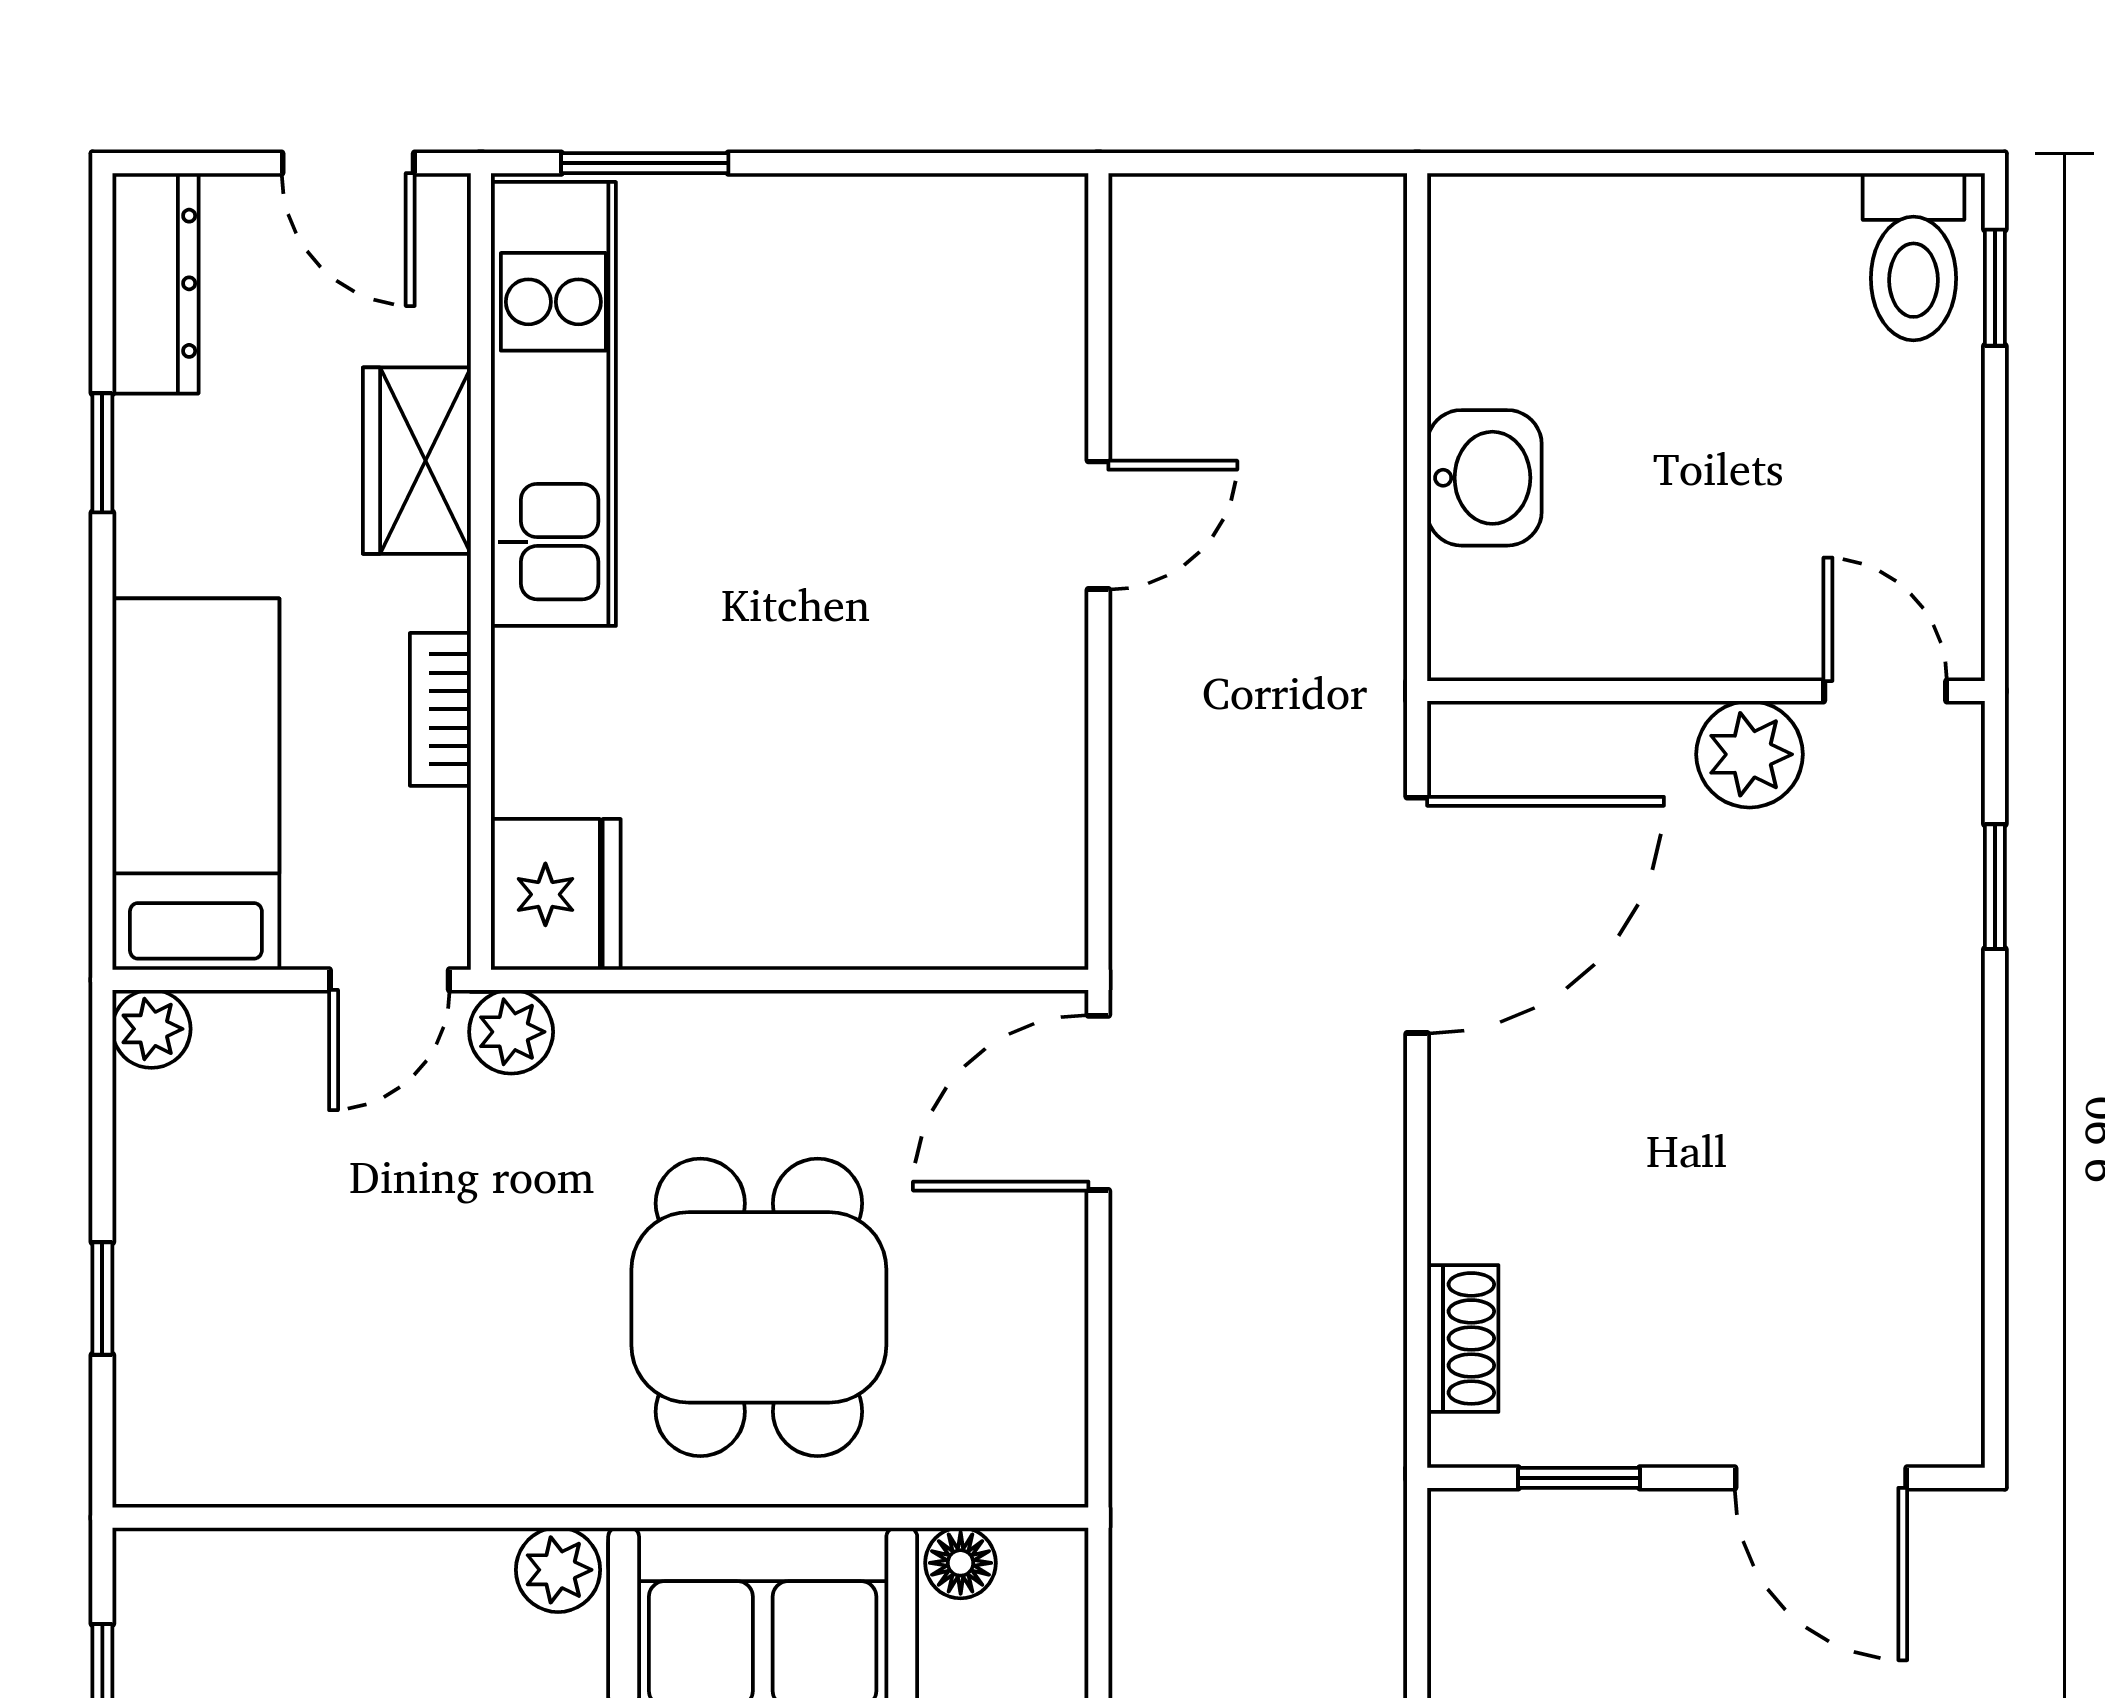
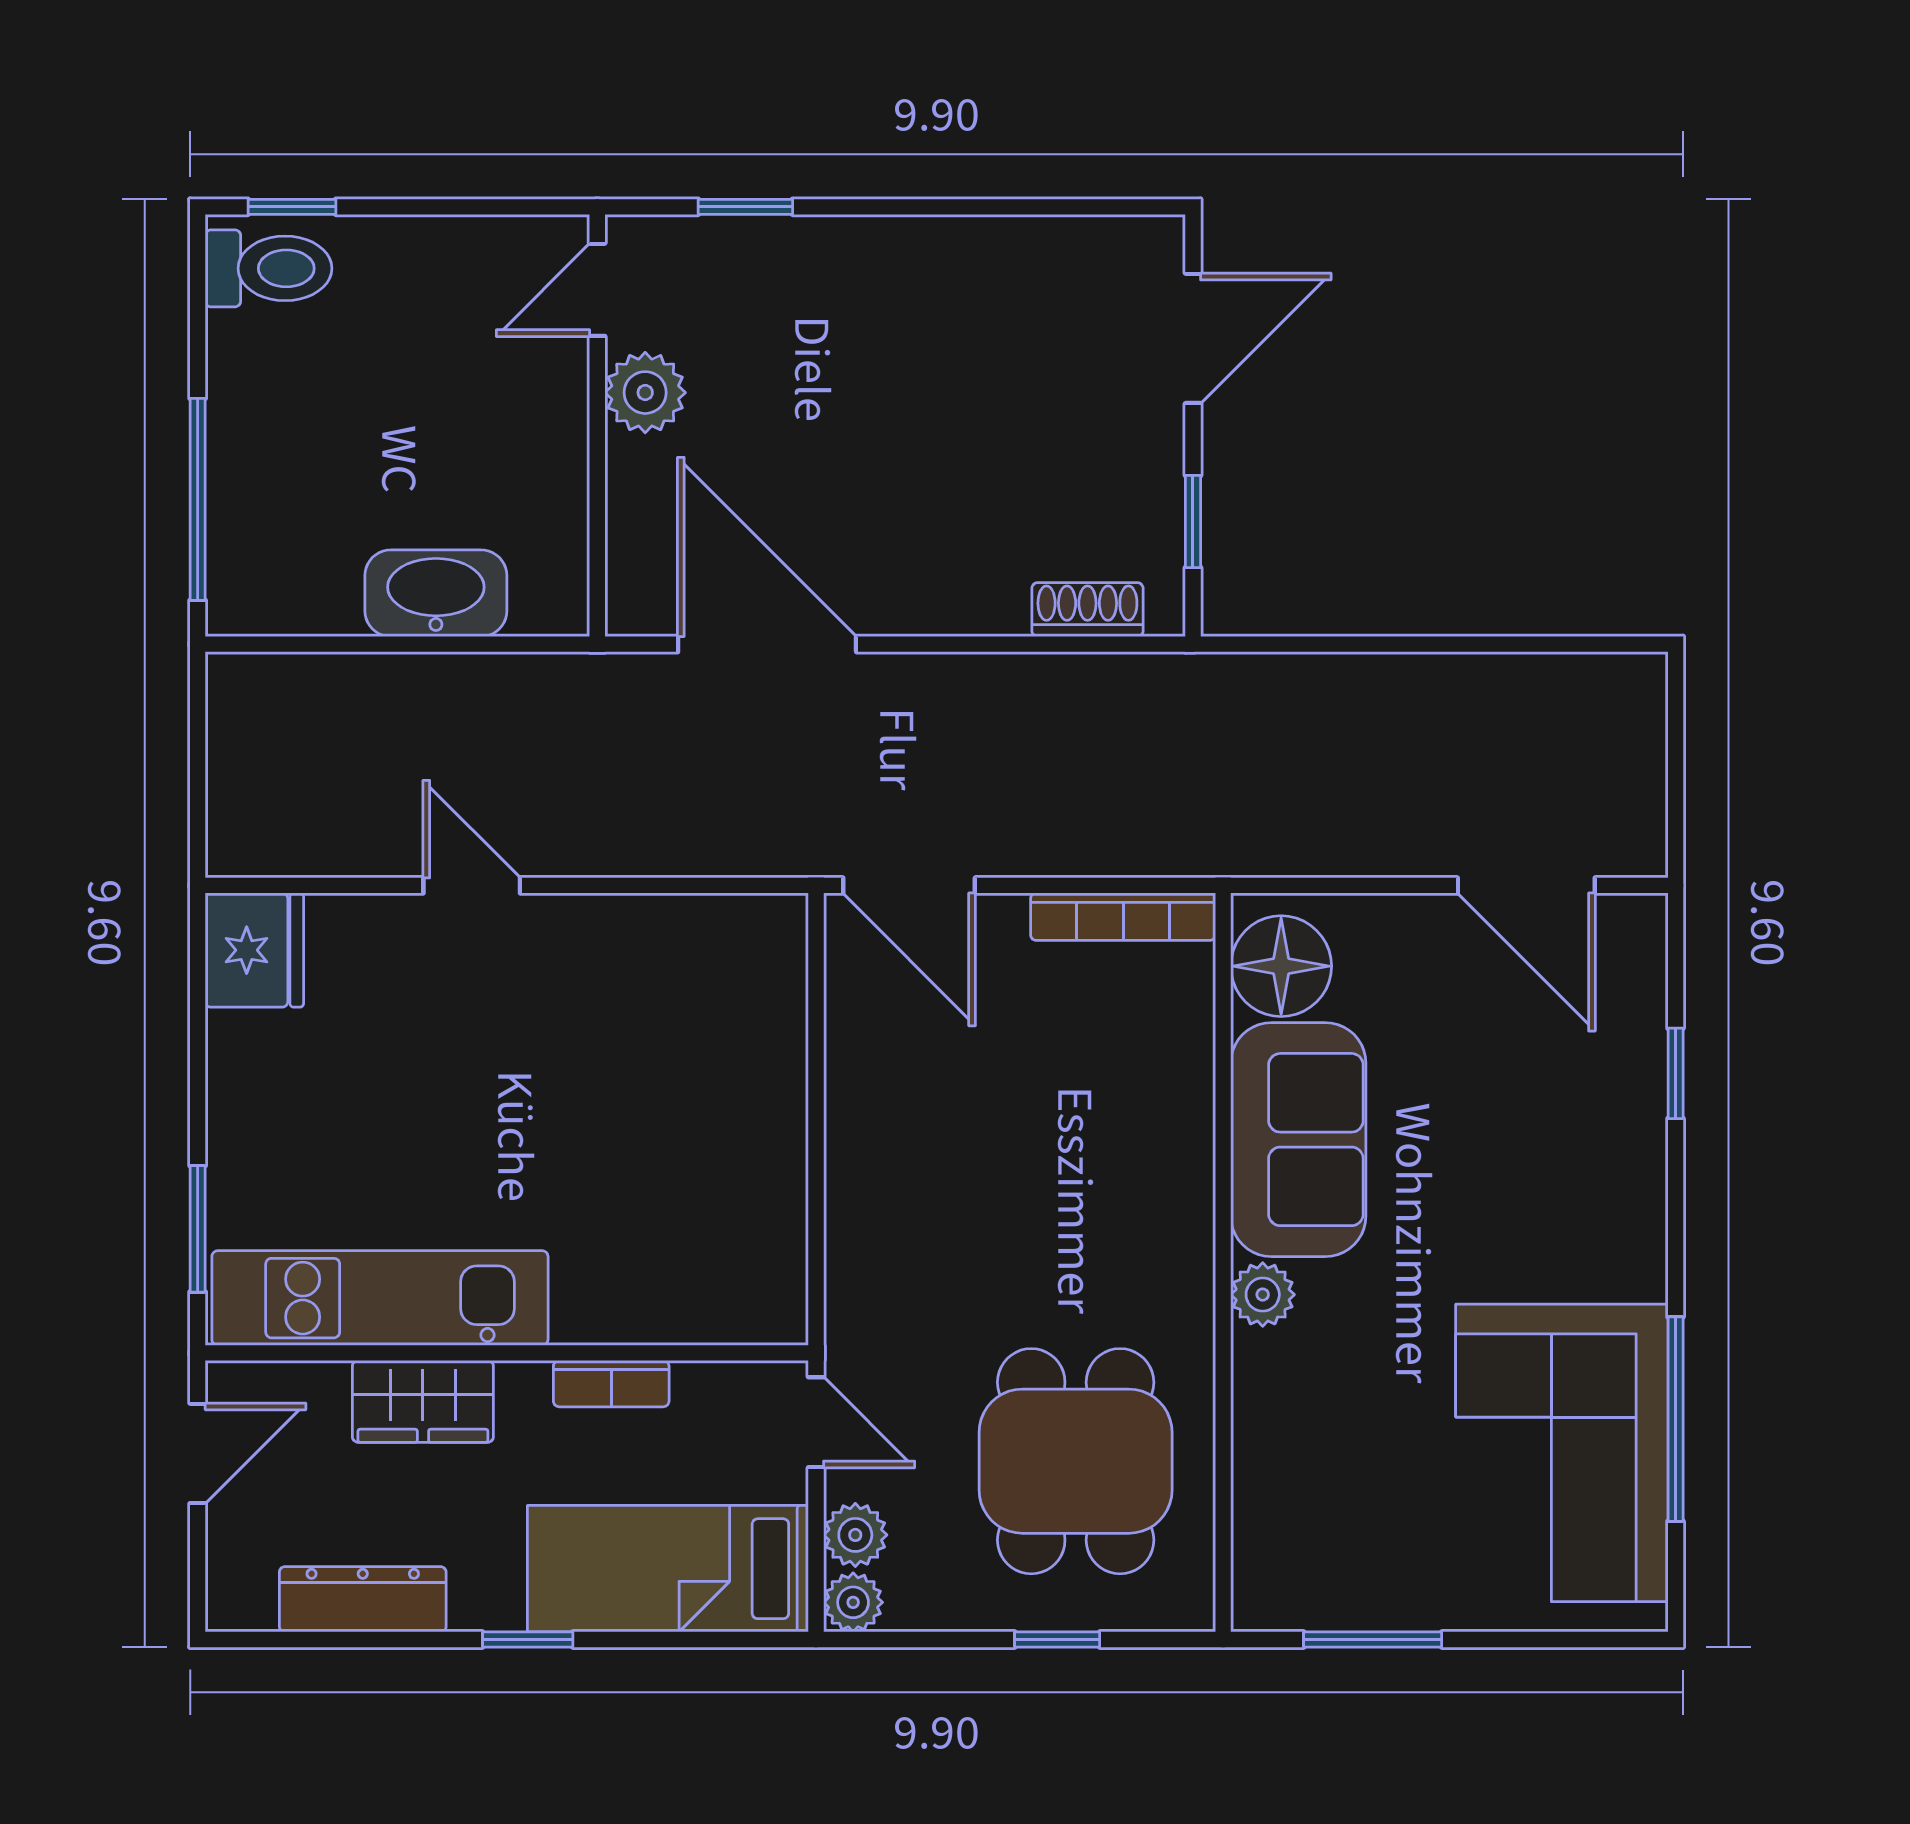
window: (1608, 163) -> (198, 499), added
dresser: (155, 283) -> (363, 1599), moved
window: (102, 453) -> (528, 1639), moved
washbasin: (1484, 478) -> (436, 593), width x1.38
fridge: (556, 894) -> (254, 950), moved, turned 90
plant: (511, 1032) -> (855, 1535), moved
dining table: (759, 1307) -> (1076, 1461), moved, turned 90
bookcase: (1057, 1385) -> (1123, 917), added
floor lamp: (961, 1563) -> (1281, 966), width x1.89, depth x1.89

